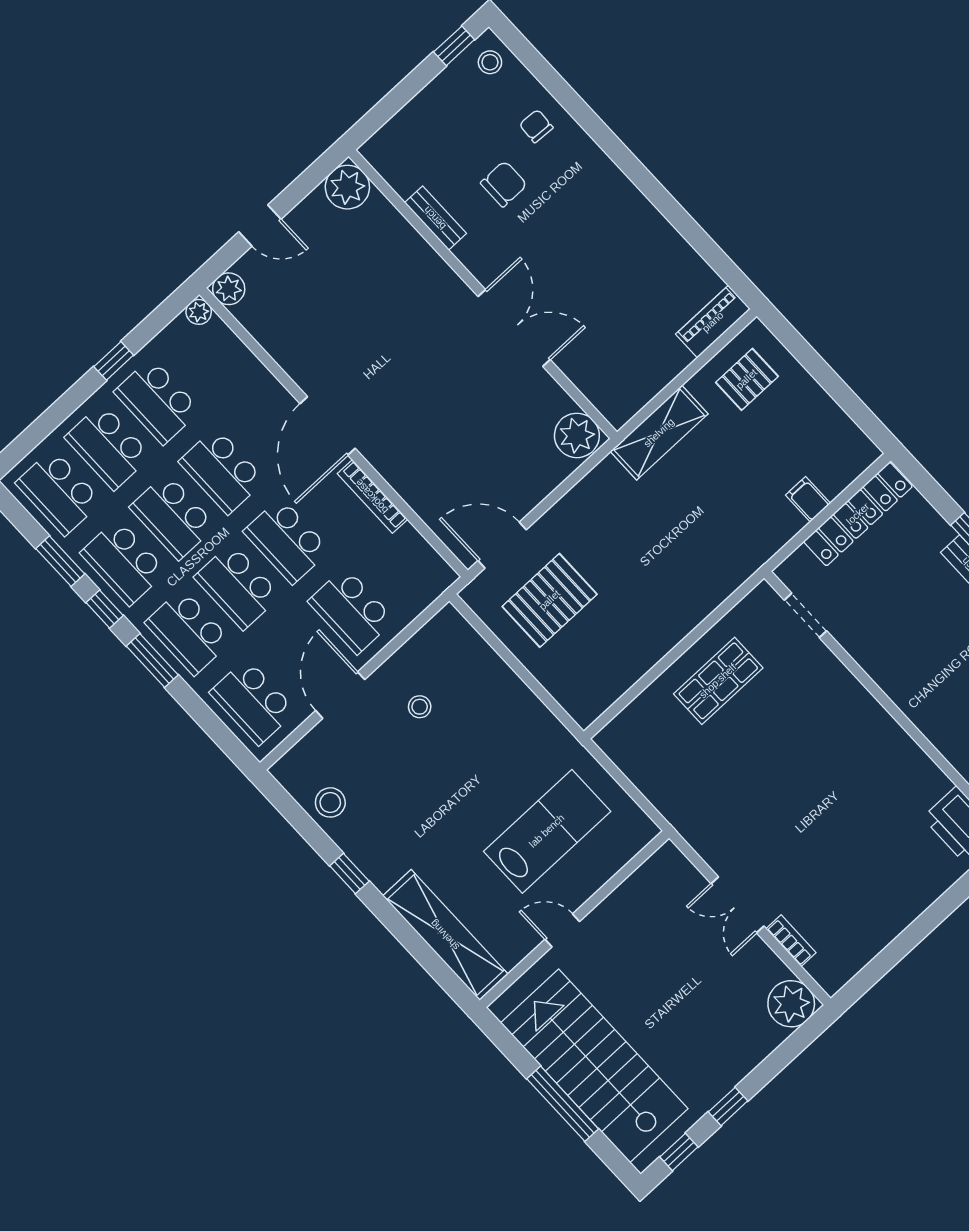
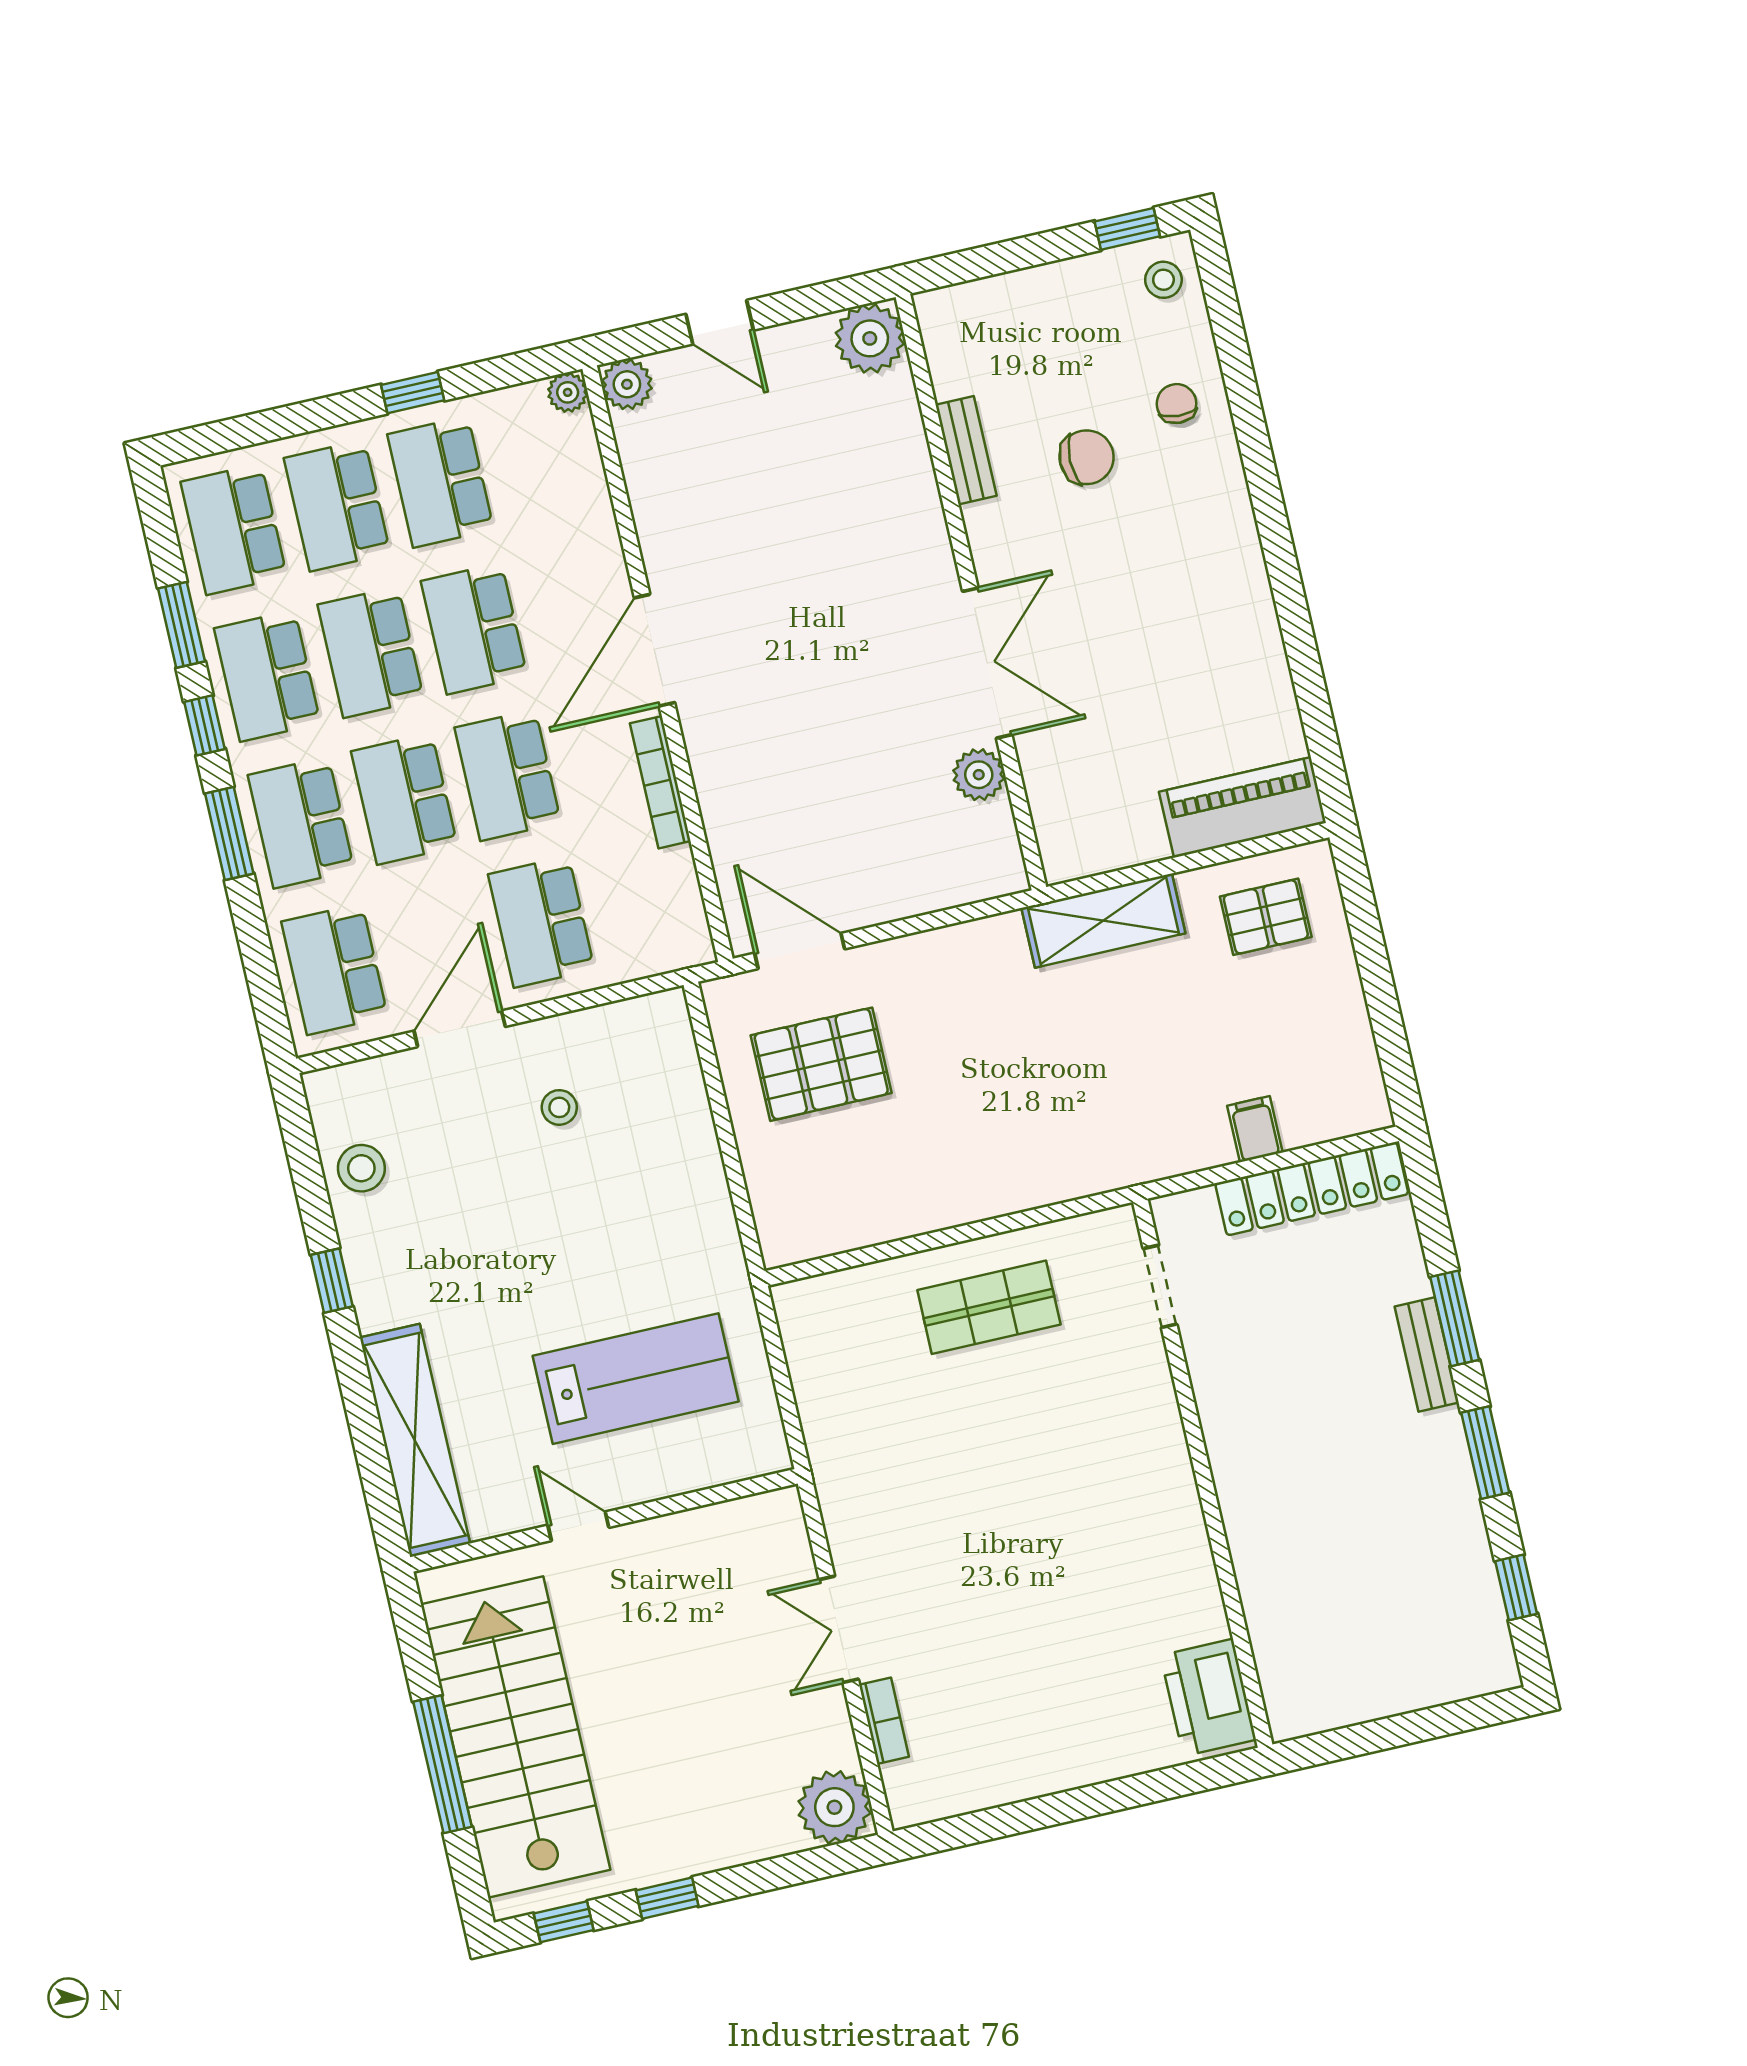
piano: (713, 322) -> (1243, 807), width x1.37, depth x1.33
plant: (577, 435) -> (979, 775), moved, width x0.73, depth x0.73

